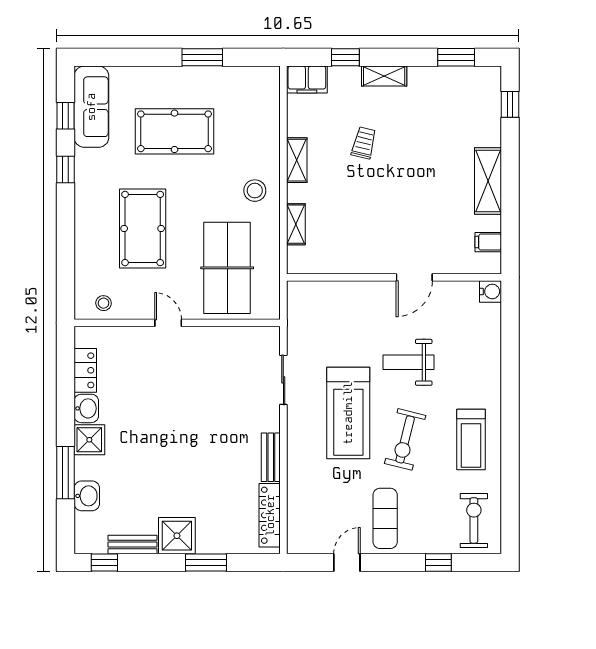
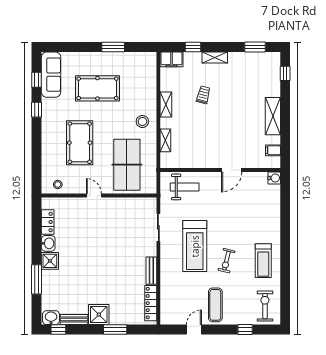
weight bench: (409, 362) -> (185, 187), moved, turned 180
exercise bike: (405, 439) -> (226, 261), width x0.73, depth x0.72
washbasin: (87, 496) -> (51, 318), moved, turned -90

